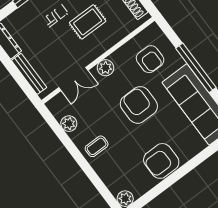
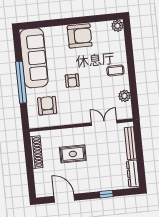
plant: (106, 68) -> (79, 117), removed
armchair: (139, 105) -> (72, 81), width x0.53, depth x0.53

